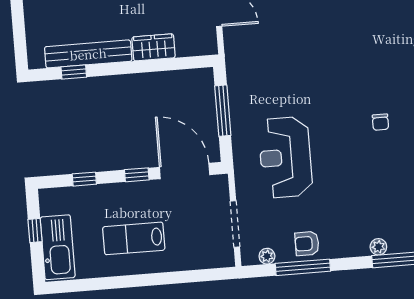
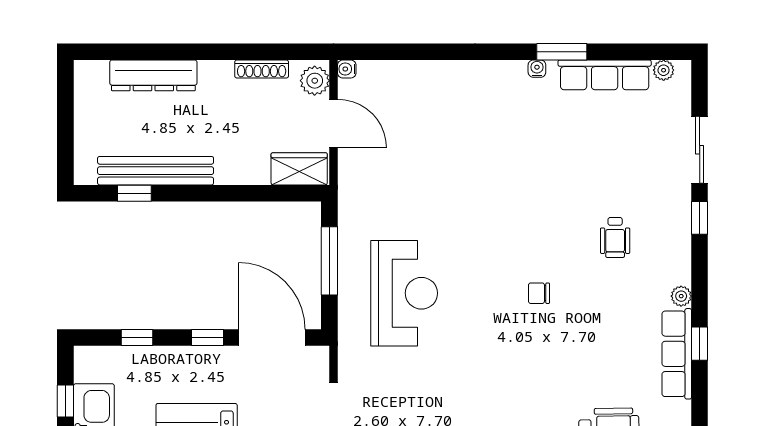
wardrobe: (154, 47) -> (299, 169), moved
chair: (380, 122) -> (539, 293), turned 90
reception desk: (285, 157) -> (404, 293), moved, turned 180

